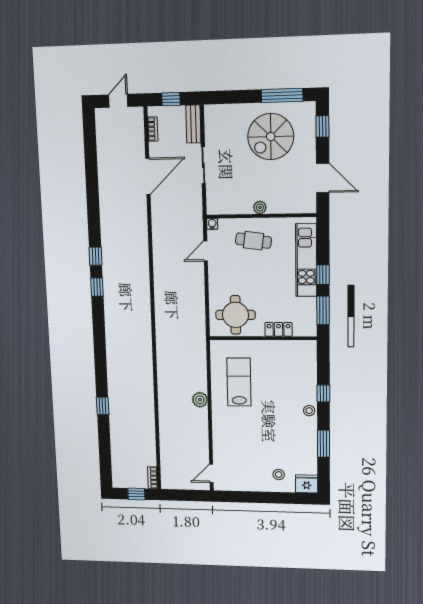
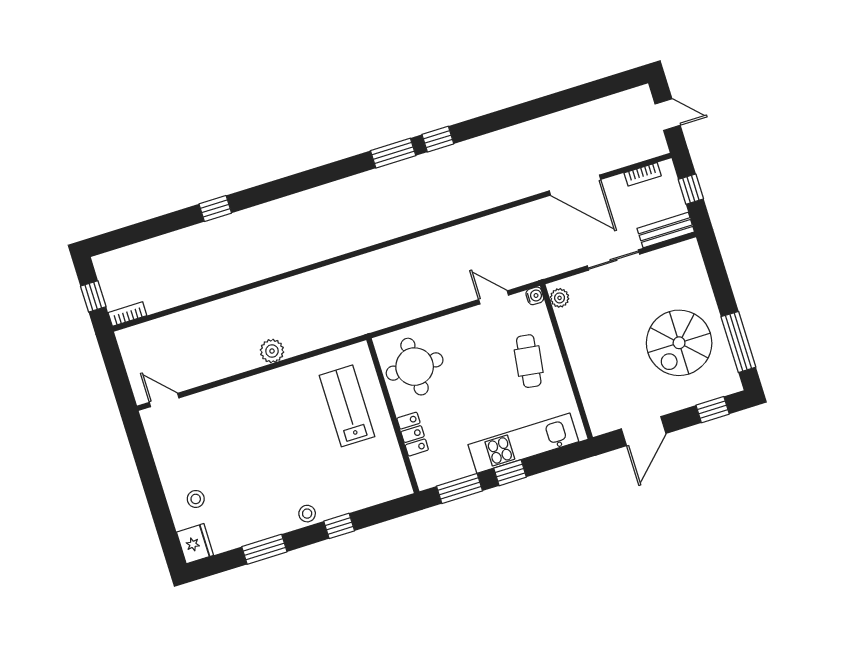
spiral stairs: (271, 137) -> (679, 343), turned -90
plant: (260, 207) -> (560, 298), moved
window: (97, 287) -> (393, 153), width x1.50
lab bench: (239, 382) -> (347, 406), moved, turned -90

